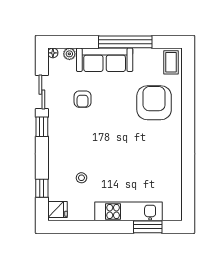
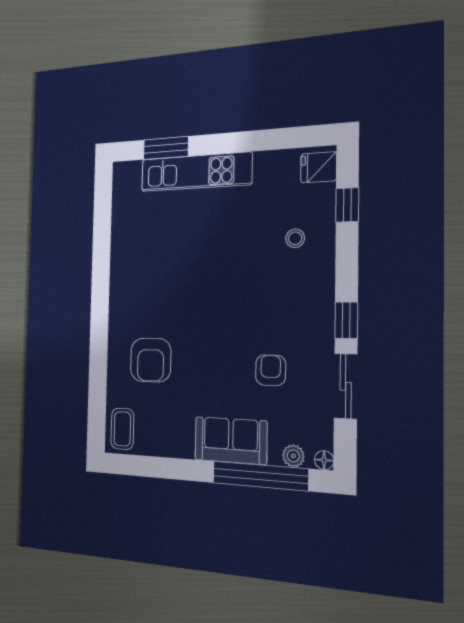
window: (125, 42) -> (260, 476), moved
sofa: (105, 60) -> (231, 441), width x0.73
armchair: (154, 103) -> (151, 360), width x0.73, depth x0.73
stool: (81, 178) -> (295, 238), moved

